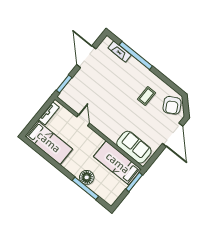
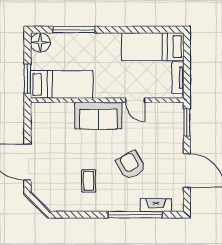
armchair: (172, 105) -> (131, 165), moved
sofa: (134, 147) -> (98, 116), moved
floor lamp: (87, 177) -> (40, 42), moved

